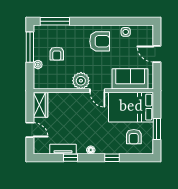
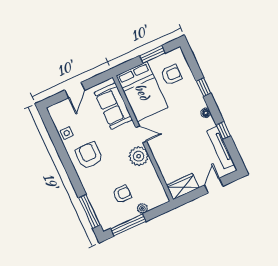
door: (97, 91) -> (141, 134), hinge flipped
tv unit: (63, 149) -> (221, 148), width x1.41

